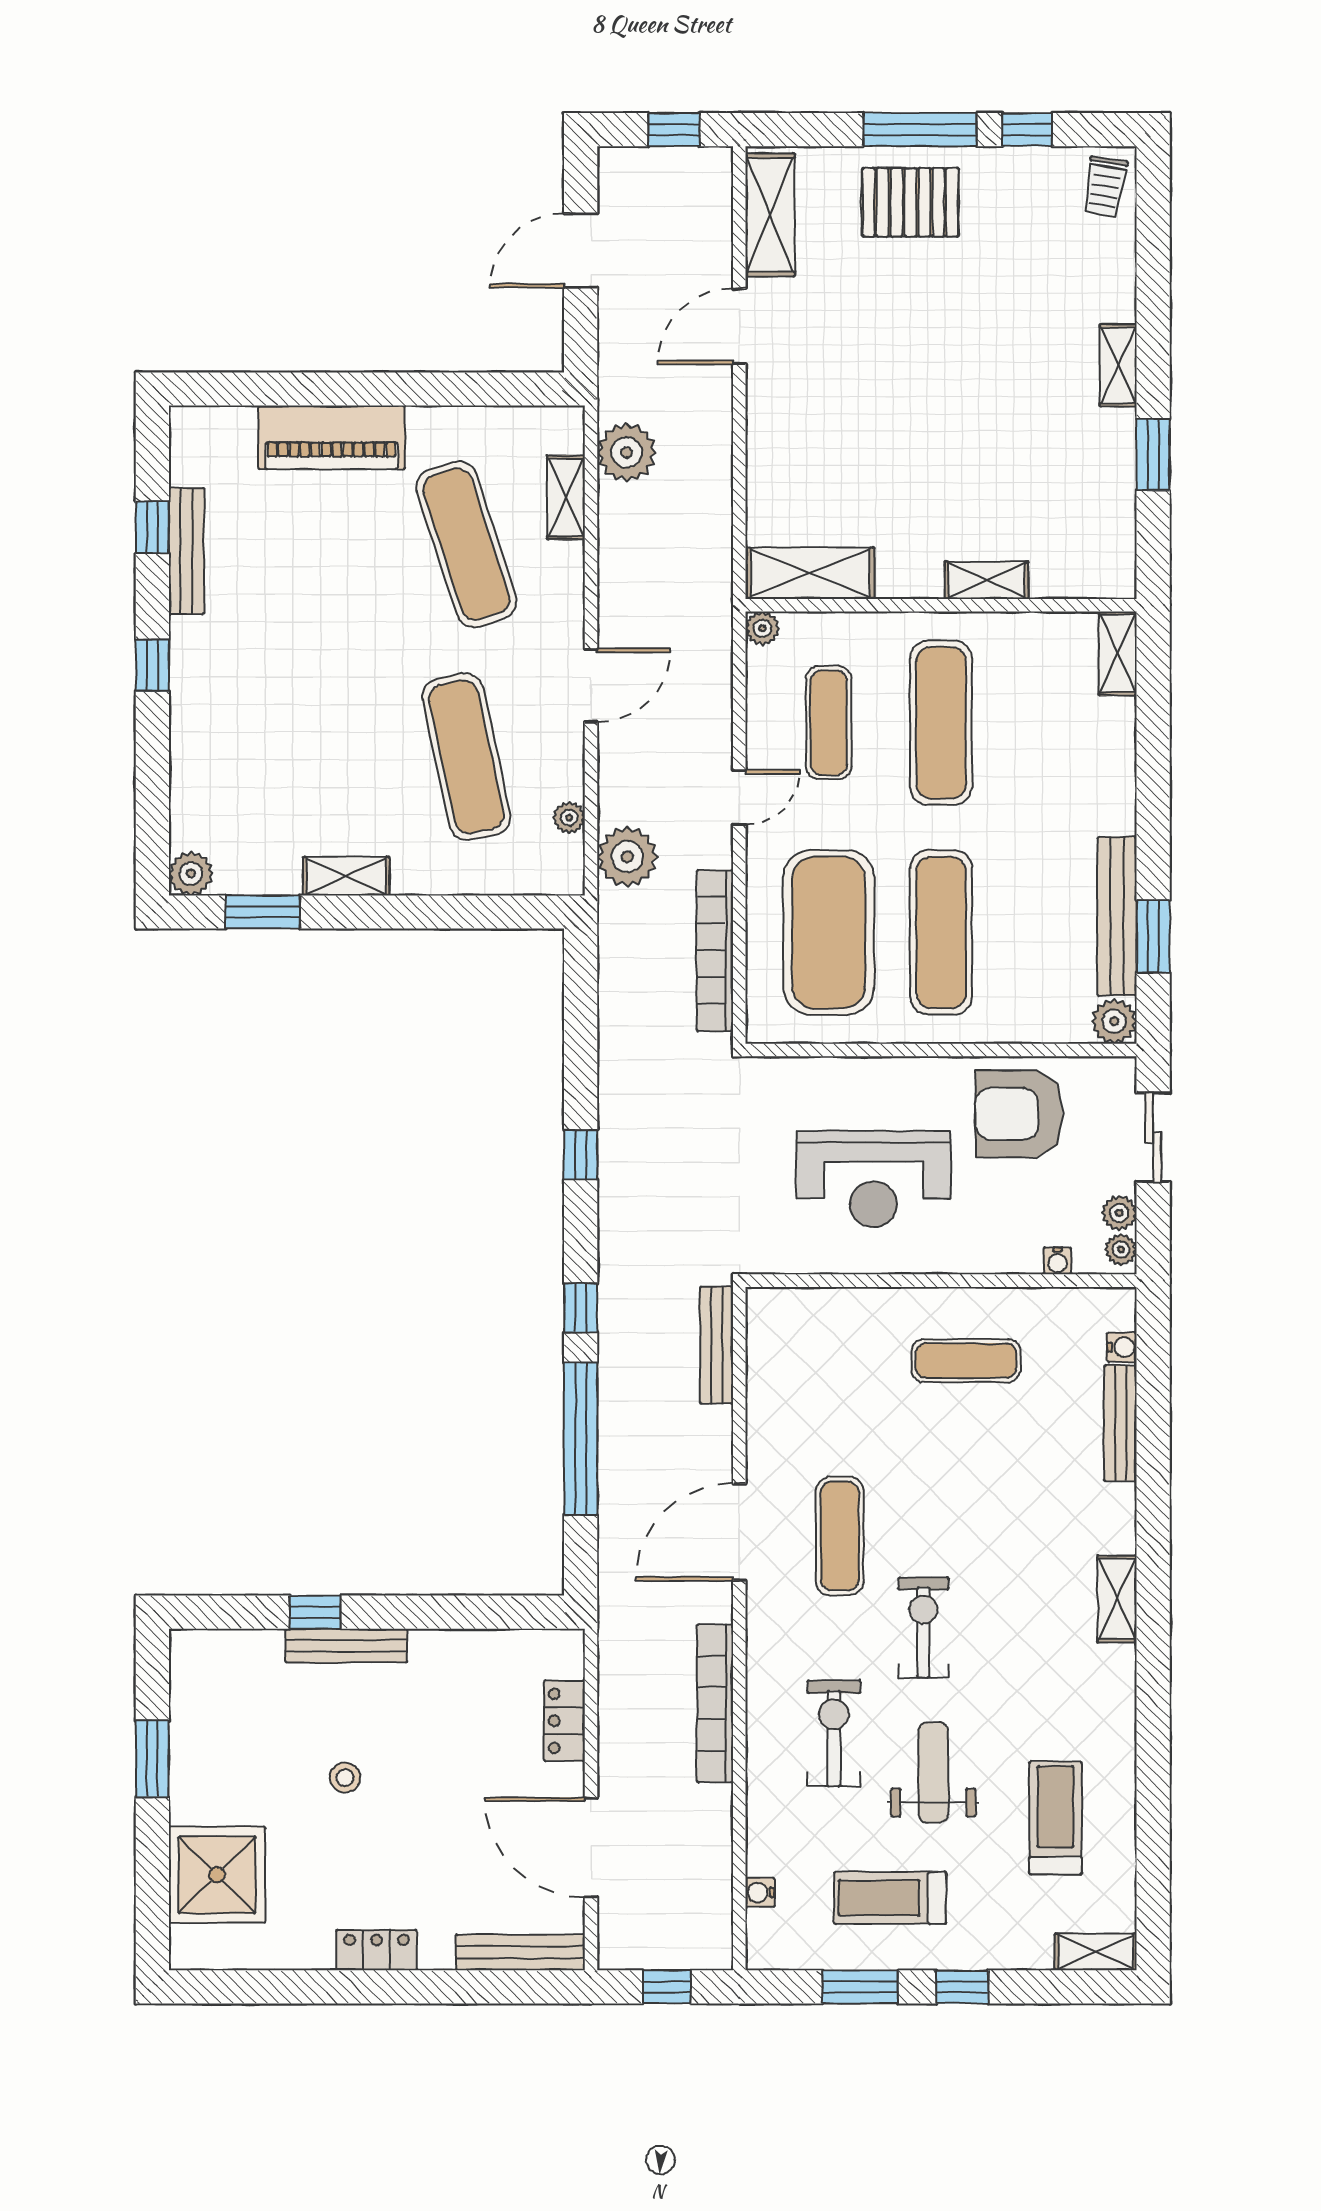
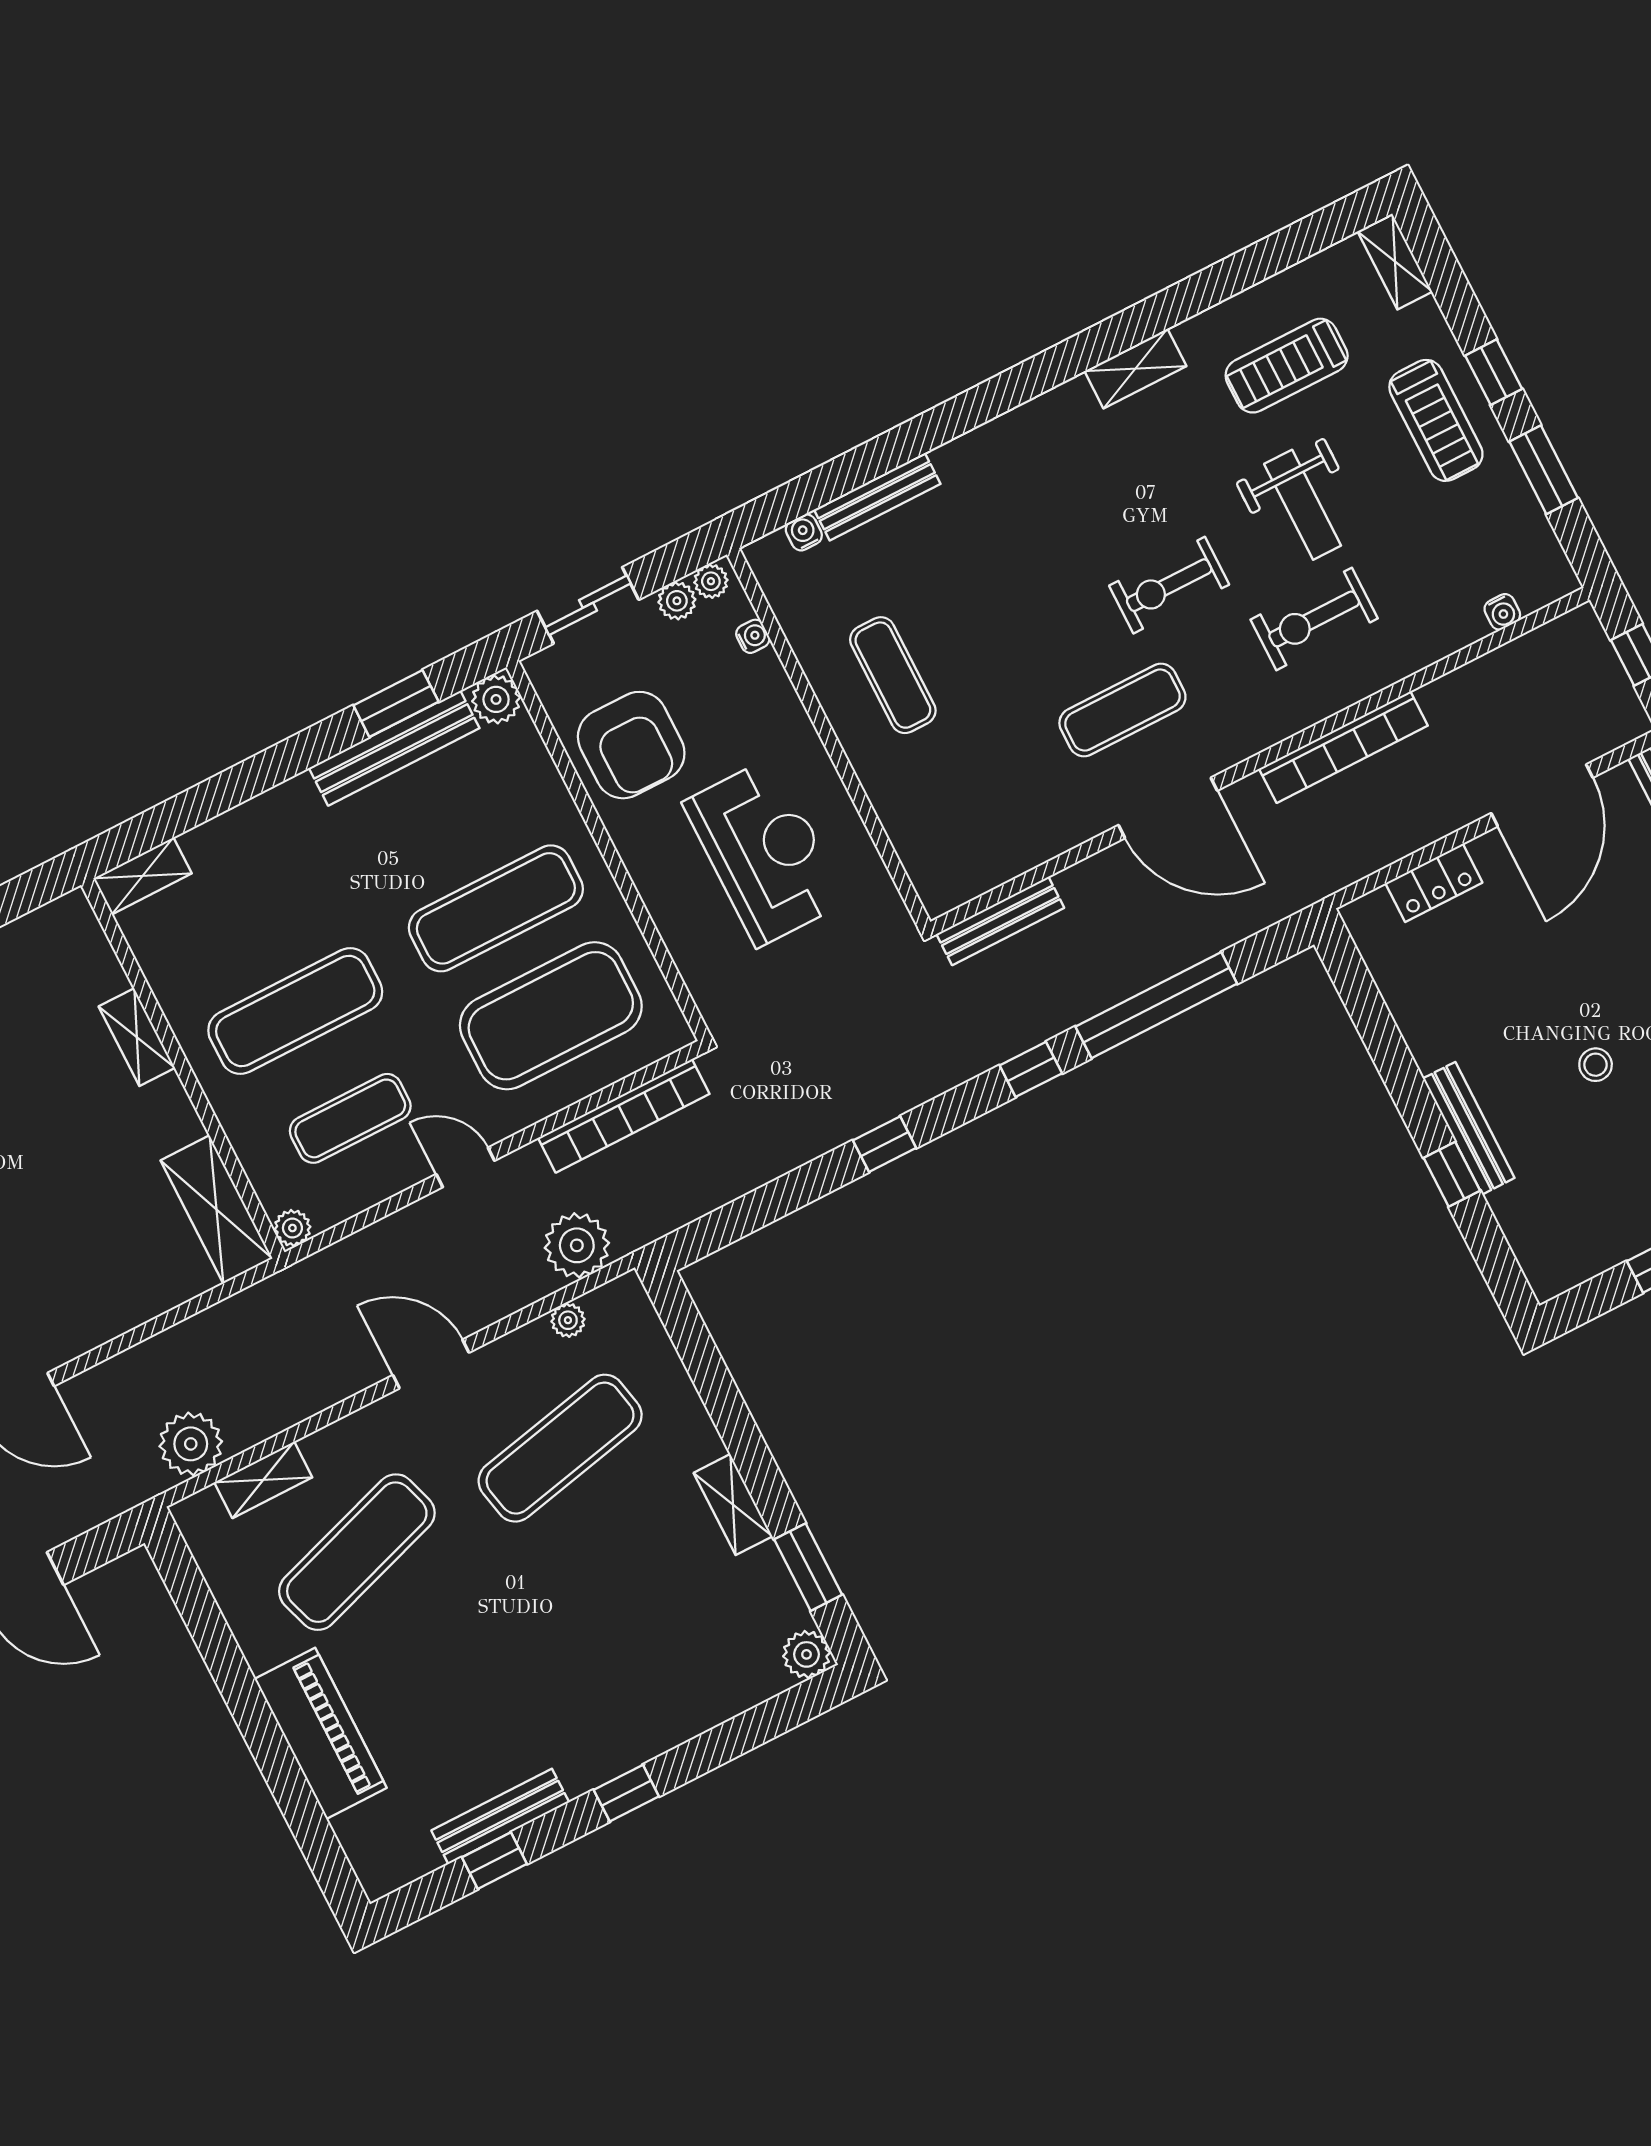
shelving: (1117, 1599) -> (1135, 369), moved
weight bench: (933, 1772) -> (1303, 505), turned -90
treadmill: (890, 1898) -> (1436, 420), moved

